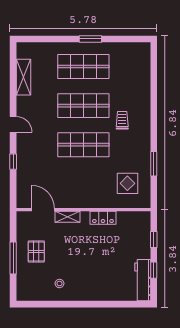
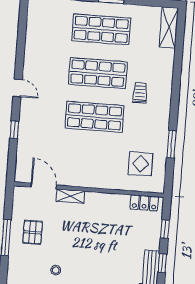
shelving: (23, 77) -> (169, 27), moved
locker: (103, 218) -> (144, 203), moved

